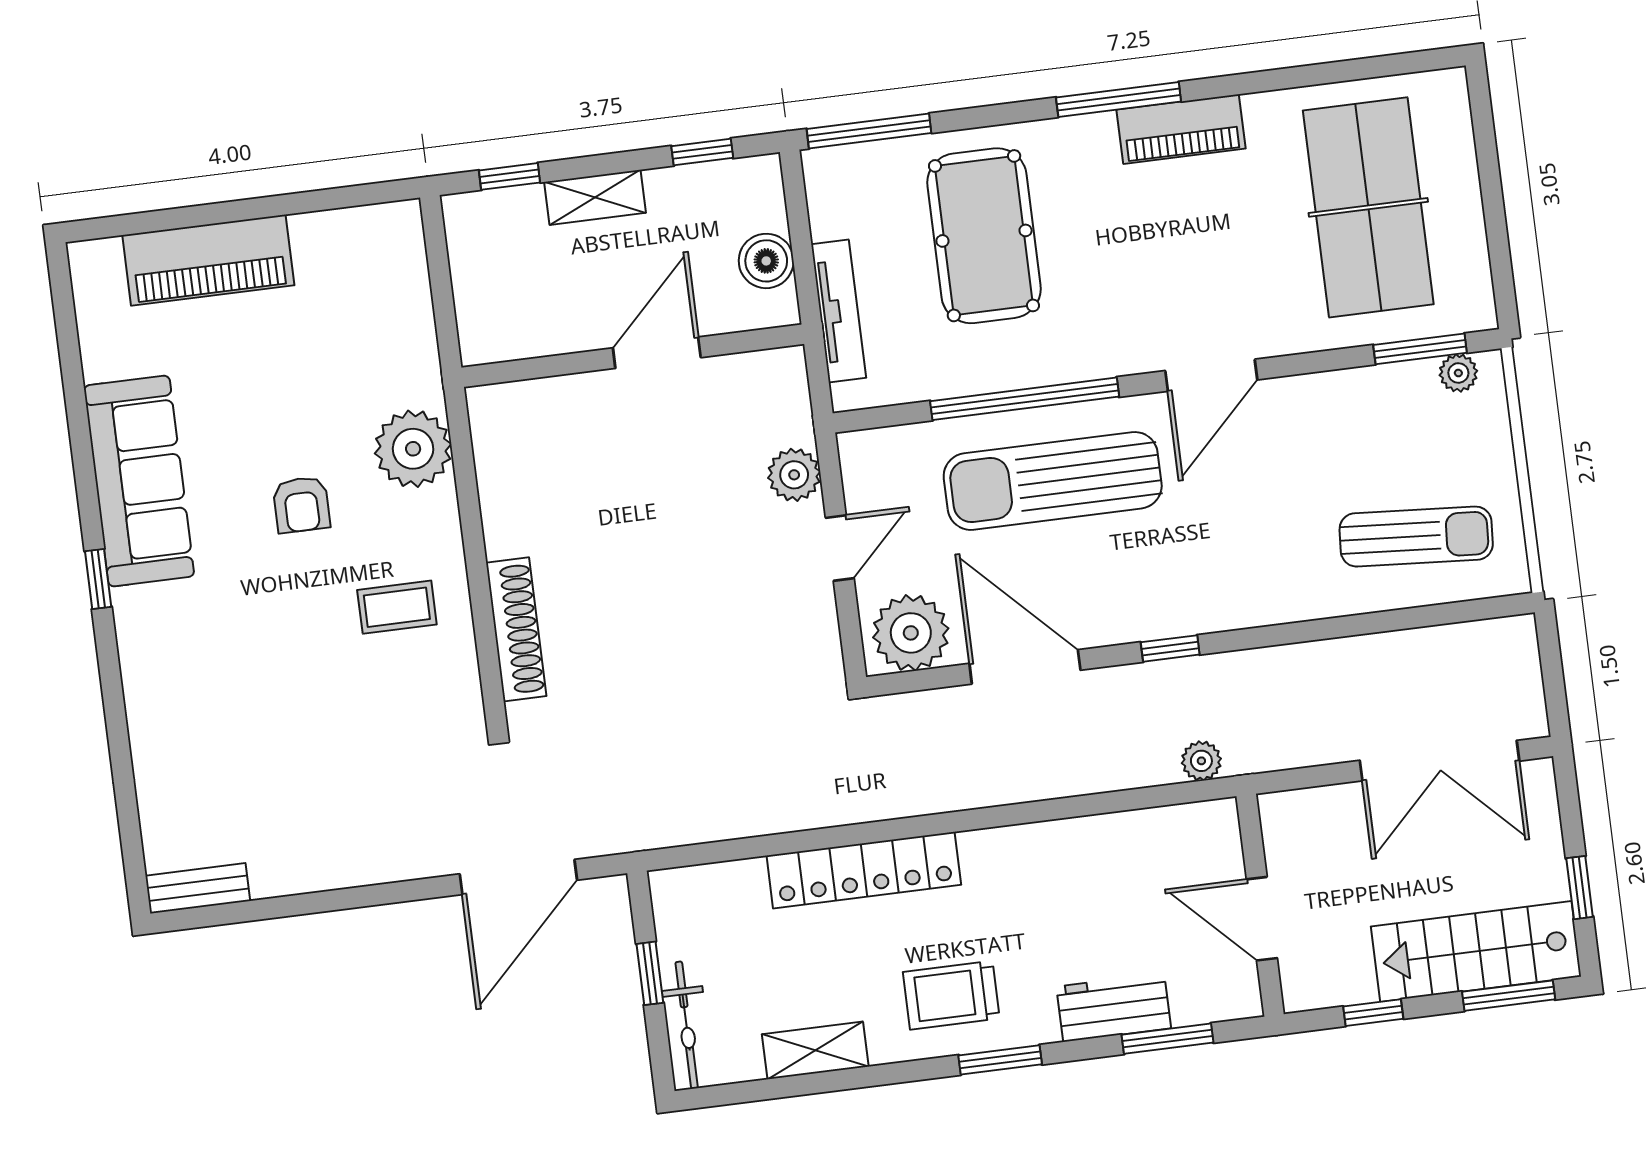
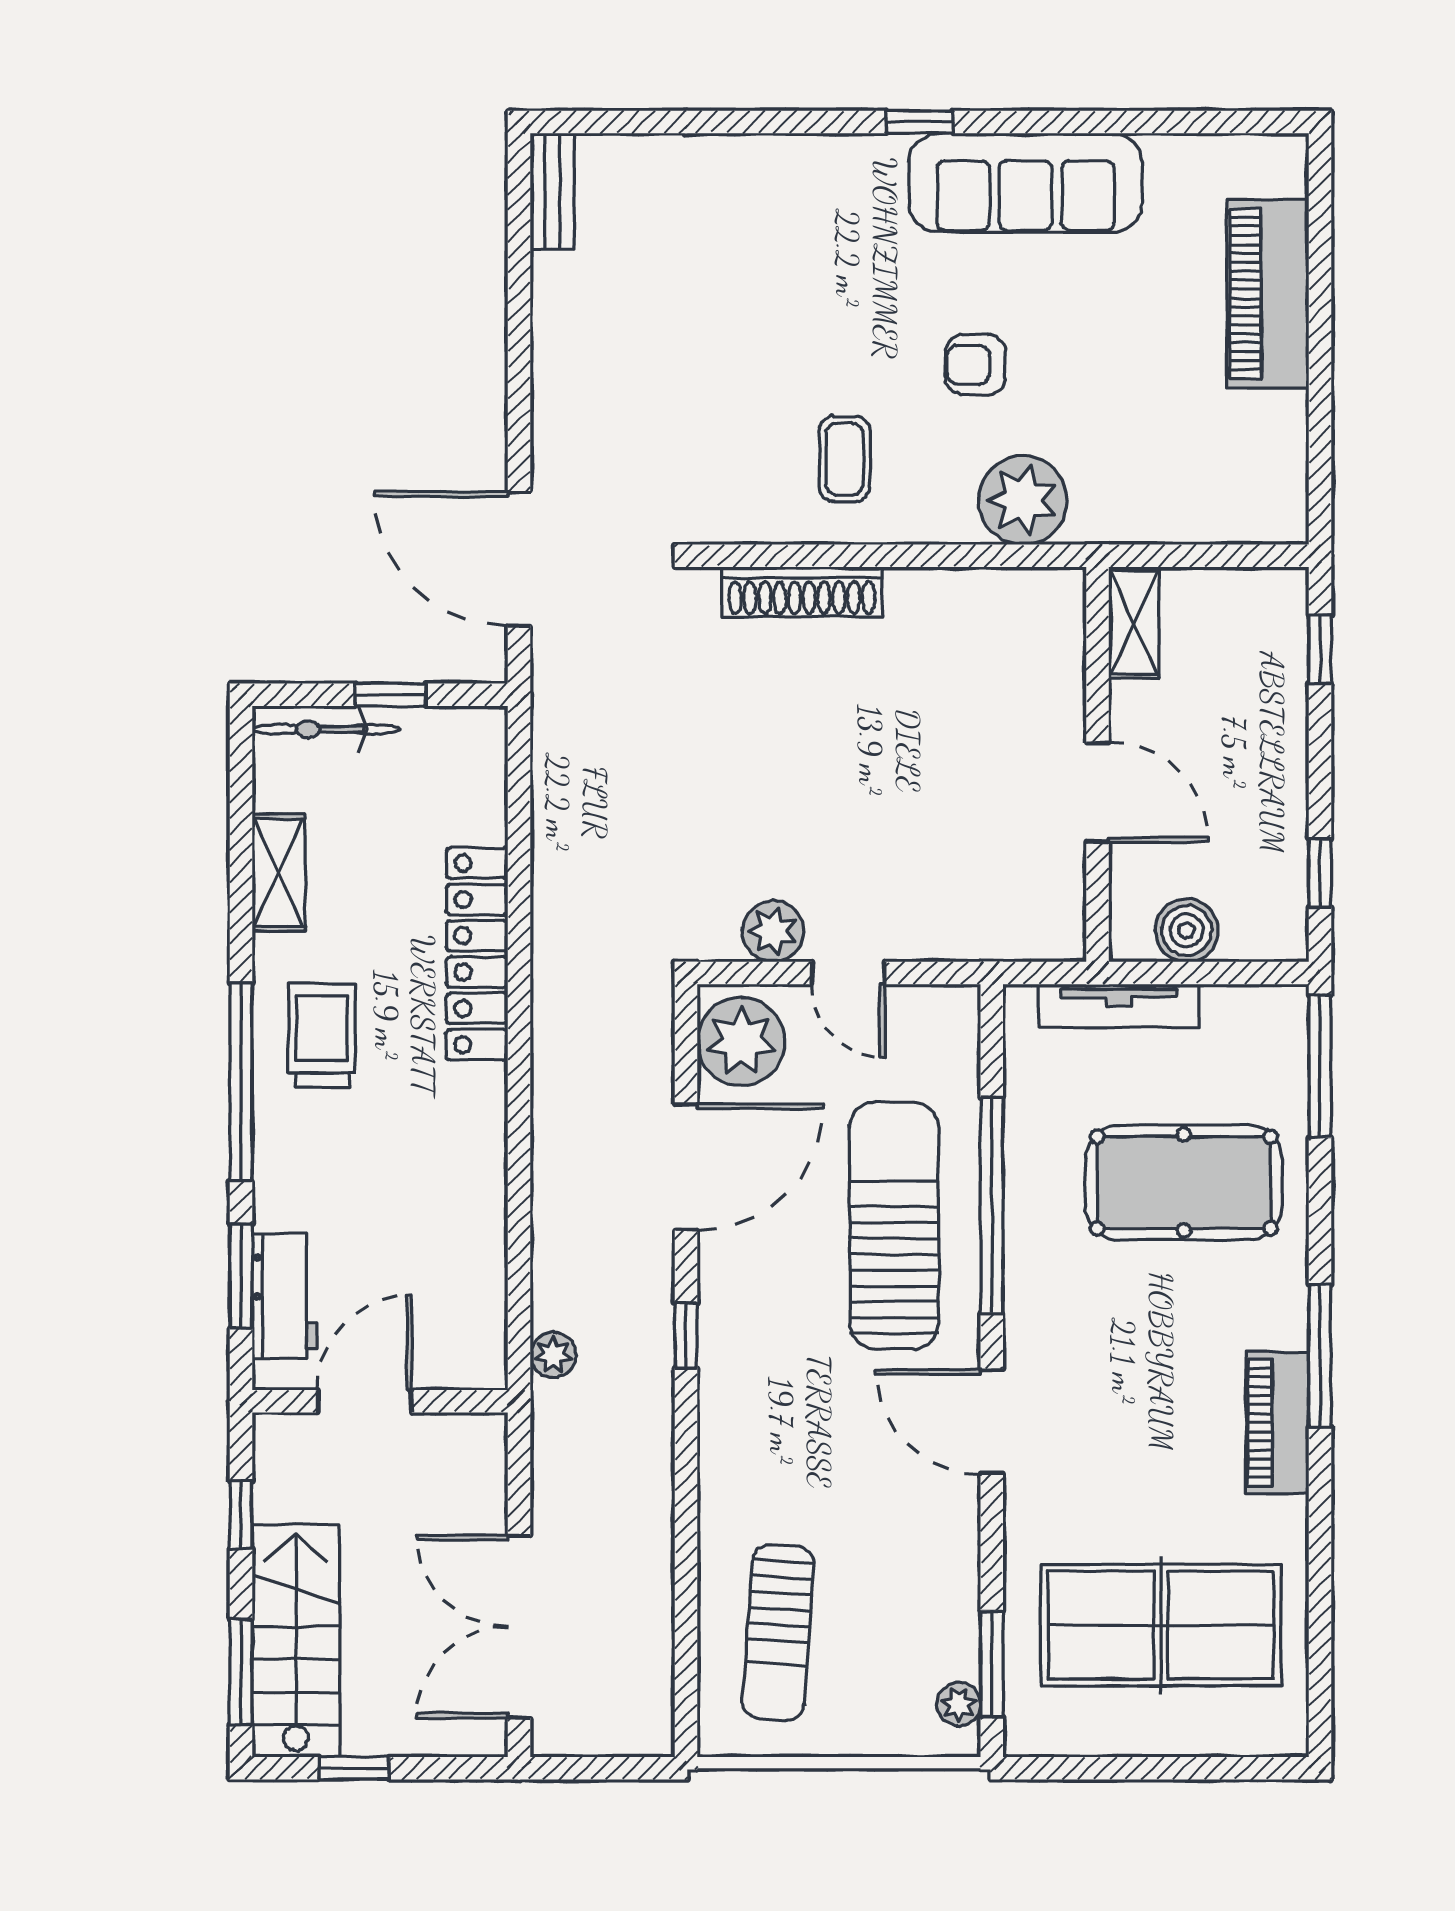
shelving: (595, 197) -> (1134, 623), moved
plant: (794, 475) -> (773, 931), moved
workbench: (1114, 1007) -> (284, 1296), moved
window: (1000, 1060) -> (241, 1082), width x2.11

